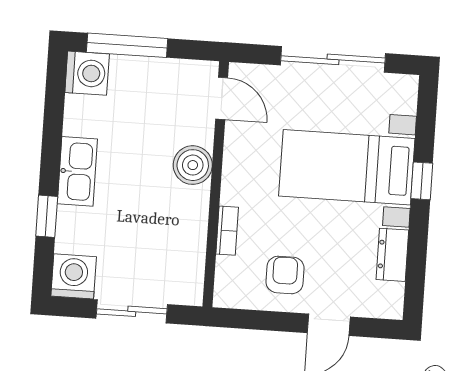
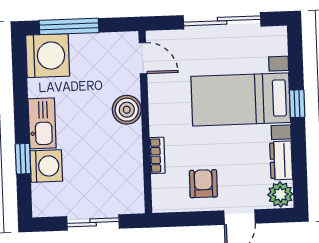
washing machine: (87, 73) -> (48, 56), width x1.37, depth x1.37
washing machine: (74, 276) -> (46, 166), moved, turned 90
plant: (387, 300) -> (280, 194), added

